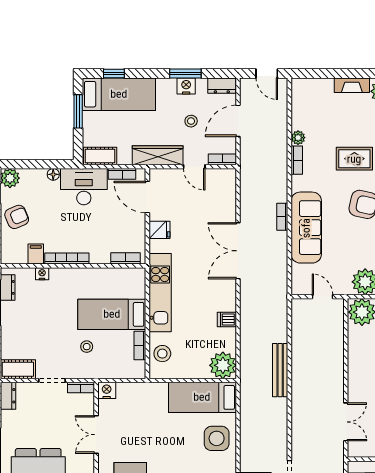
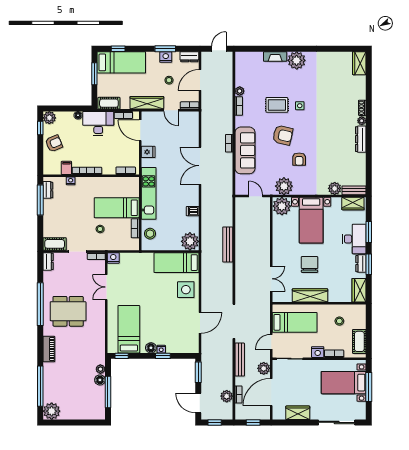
door: (267, 73) -> (219, 49), swing flipped

